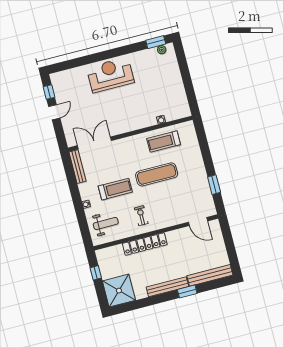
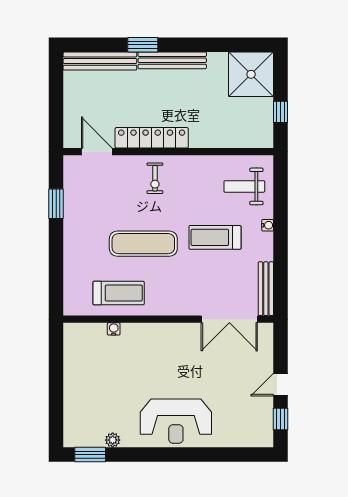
plant: (162, 50) -> (113, 440), moved
exercise bike: (141, 216) -> (155, 178), moved
locker: (145, 244) -> (152, 138), moved

